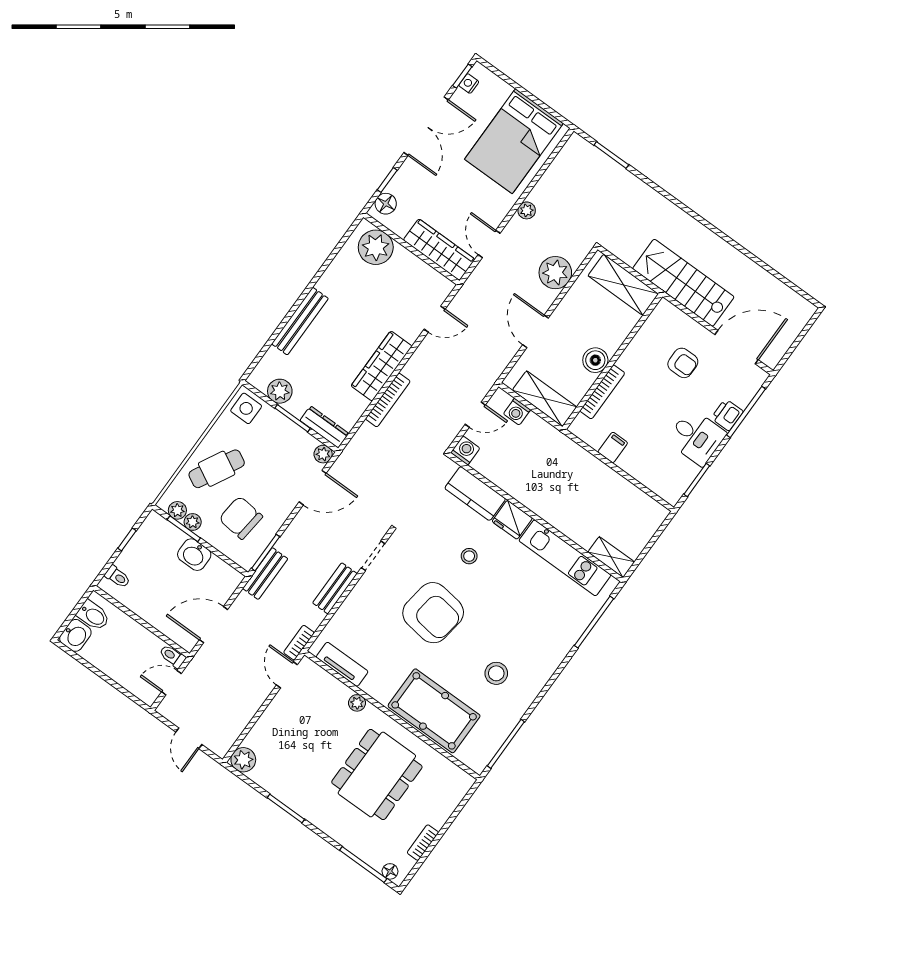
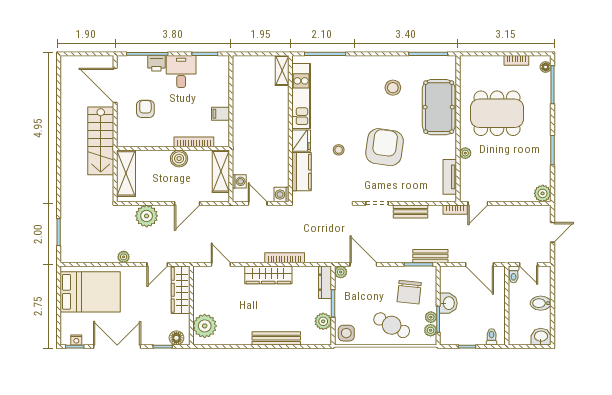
bidet: (93, 615) -> (541, 303), moved, turned -90

